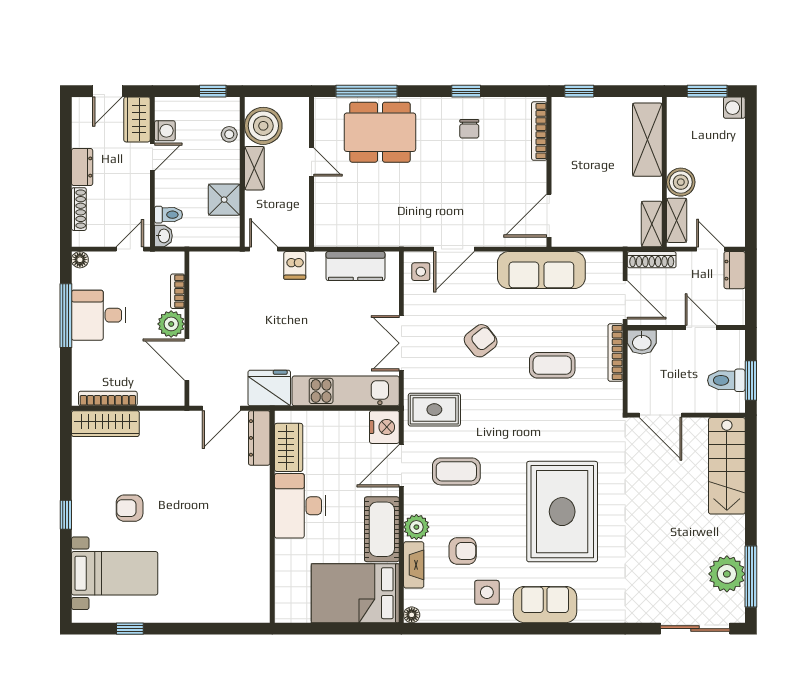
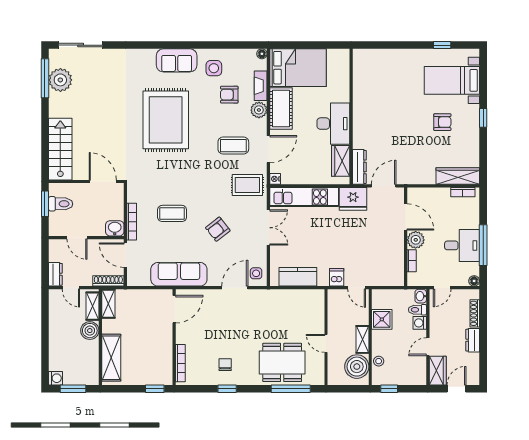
washing machine: (165, 131) -> (420, 323), moved
bookcase: (108, 398) -> (463, 192), width x0.64
nightstand: (384, 427) -> (275, 179), width x0.53, depth x0.56

